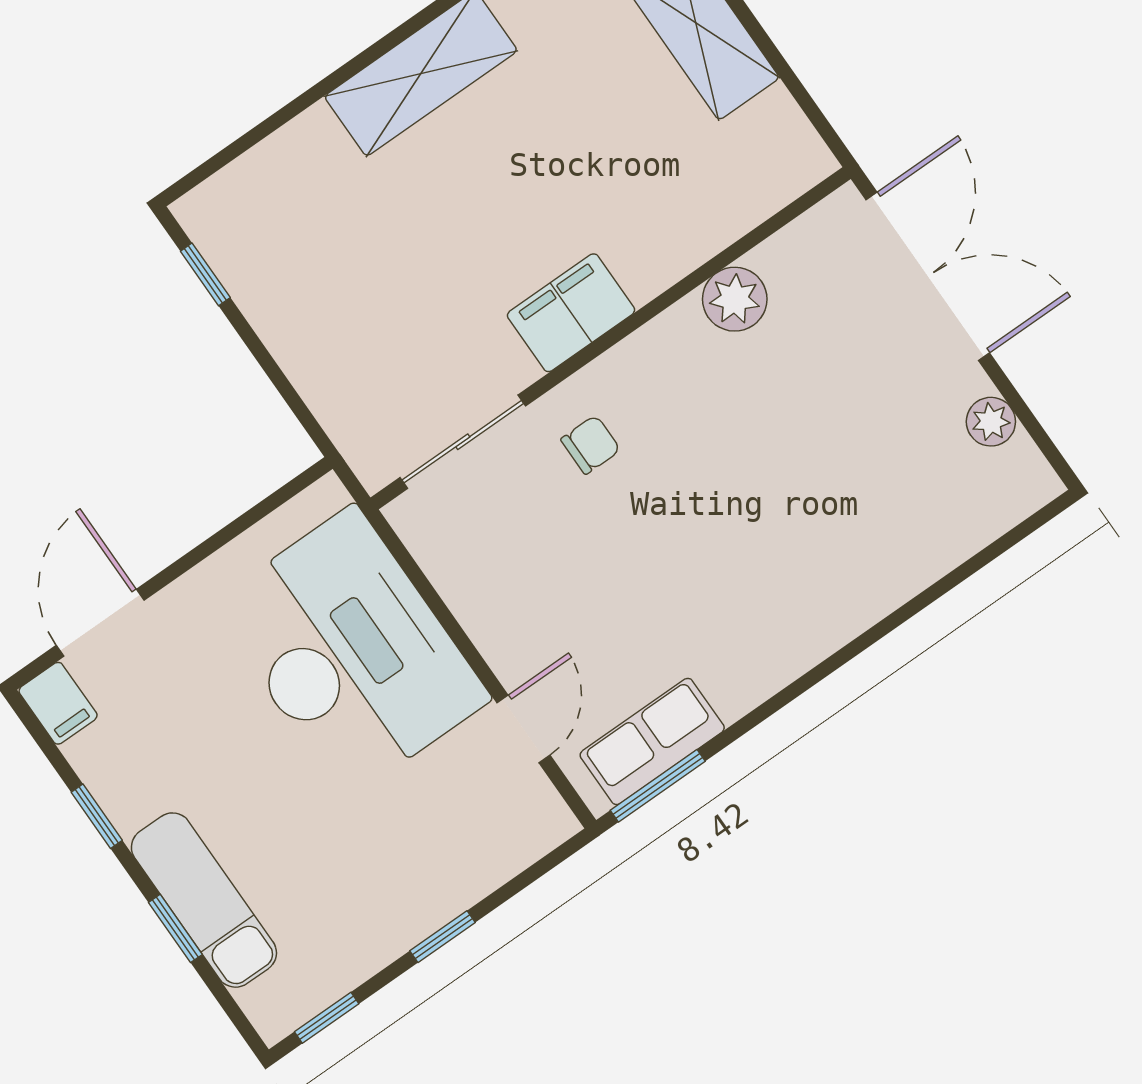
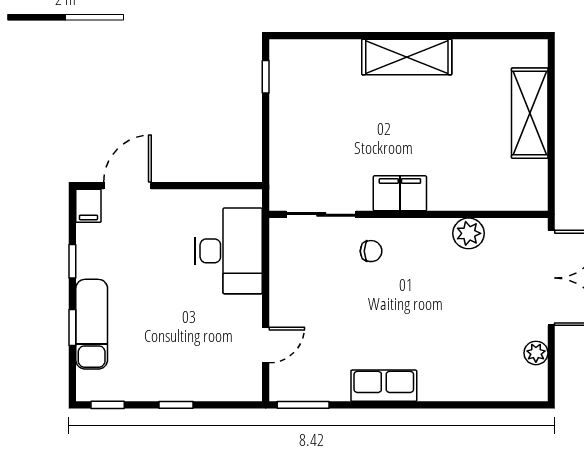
desk: (350, 652) -> (229, 251), width x0.73, depth x0.77
row of seats: (652, 741) -> (384, 386), moved

